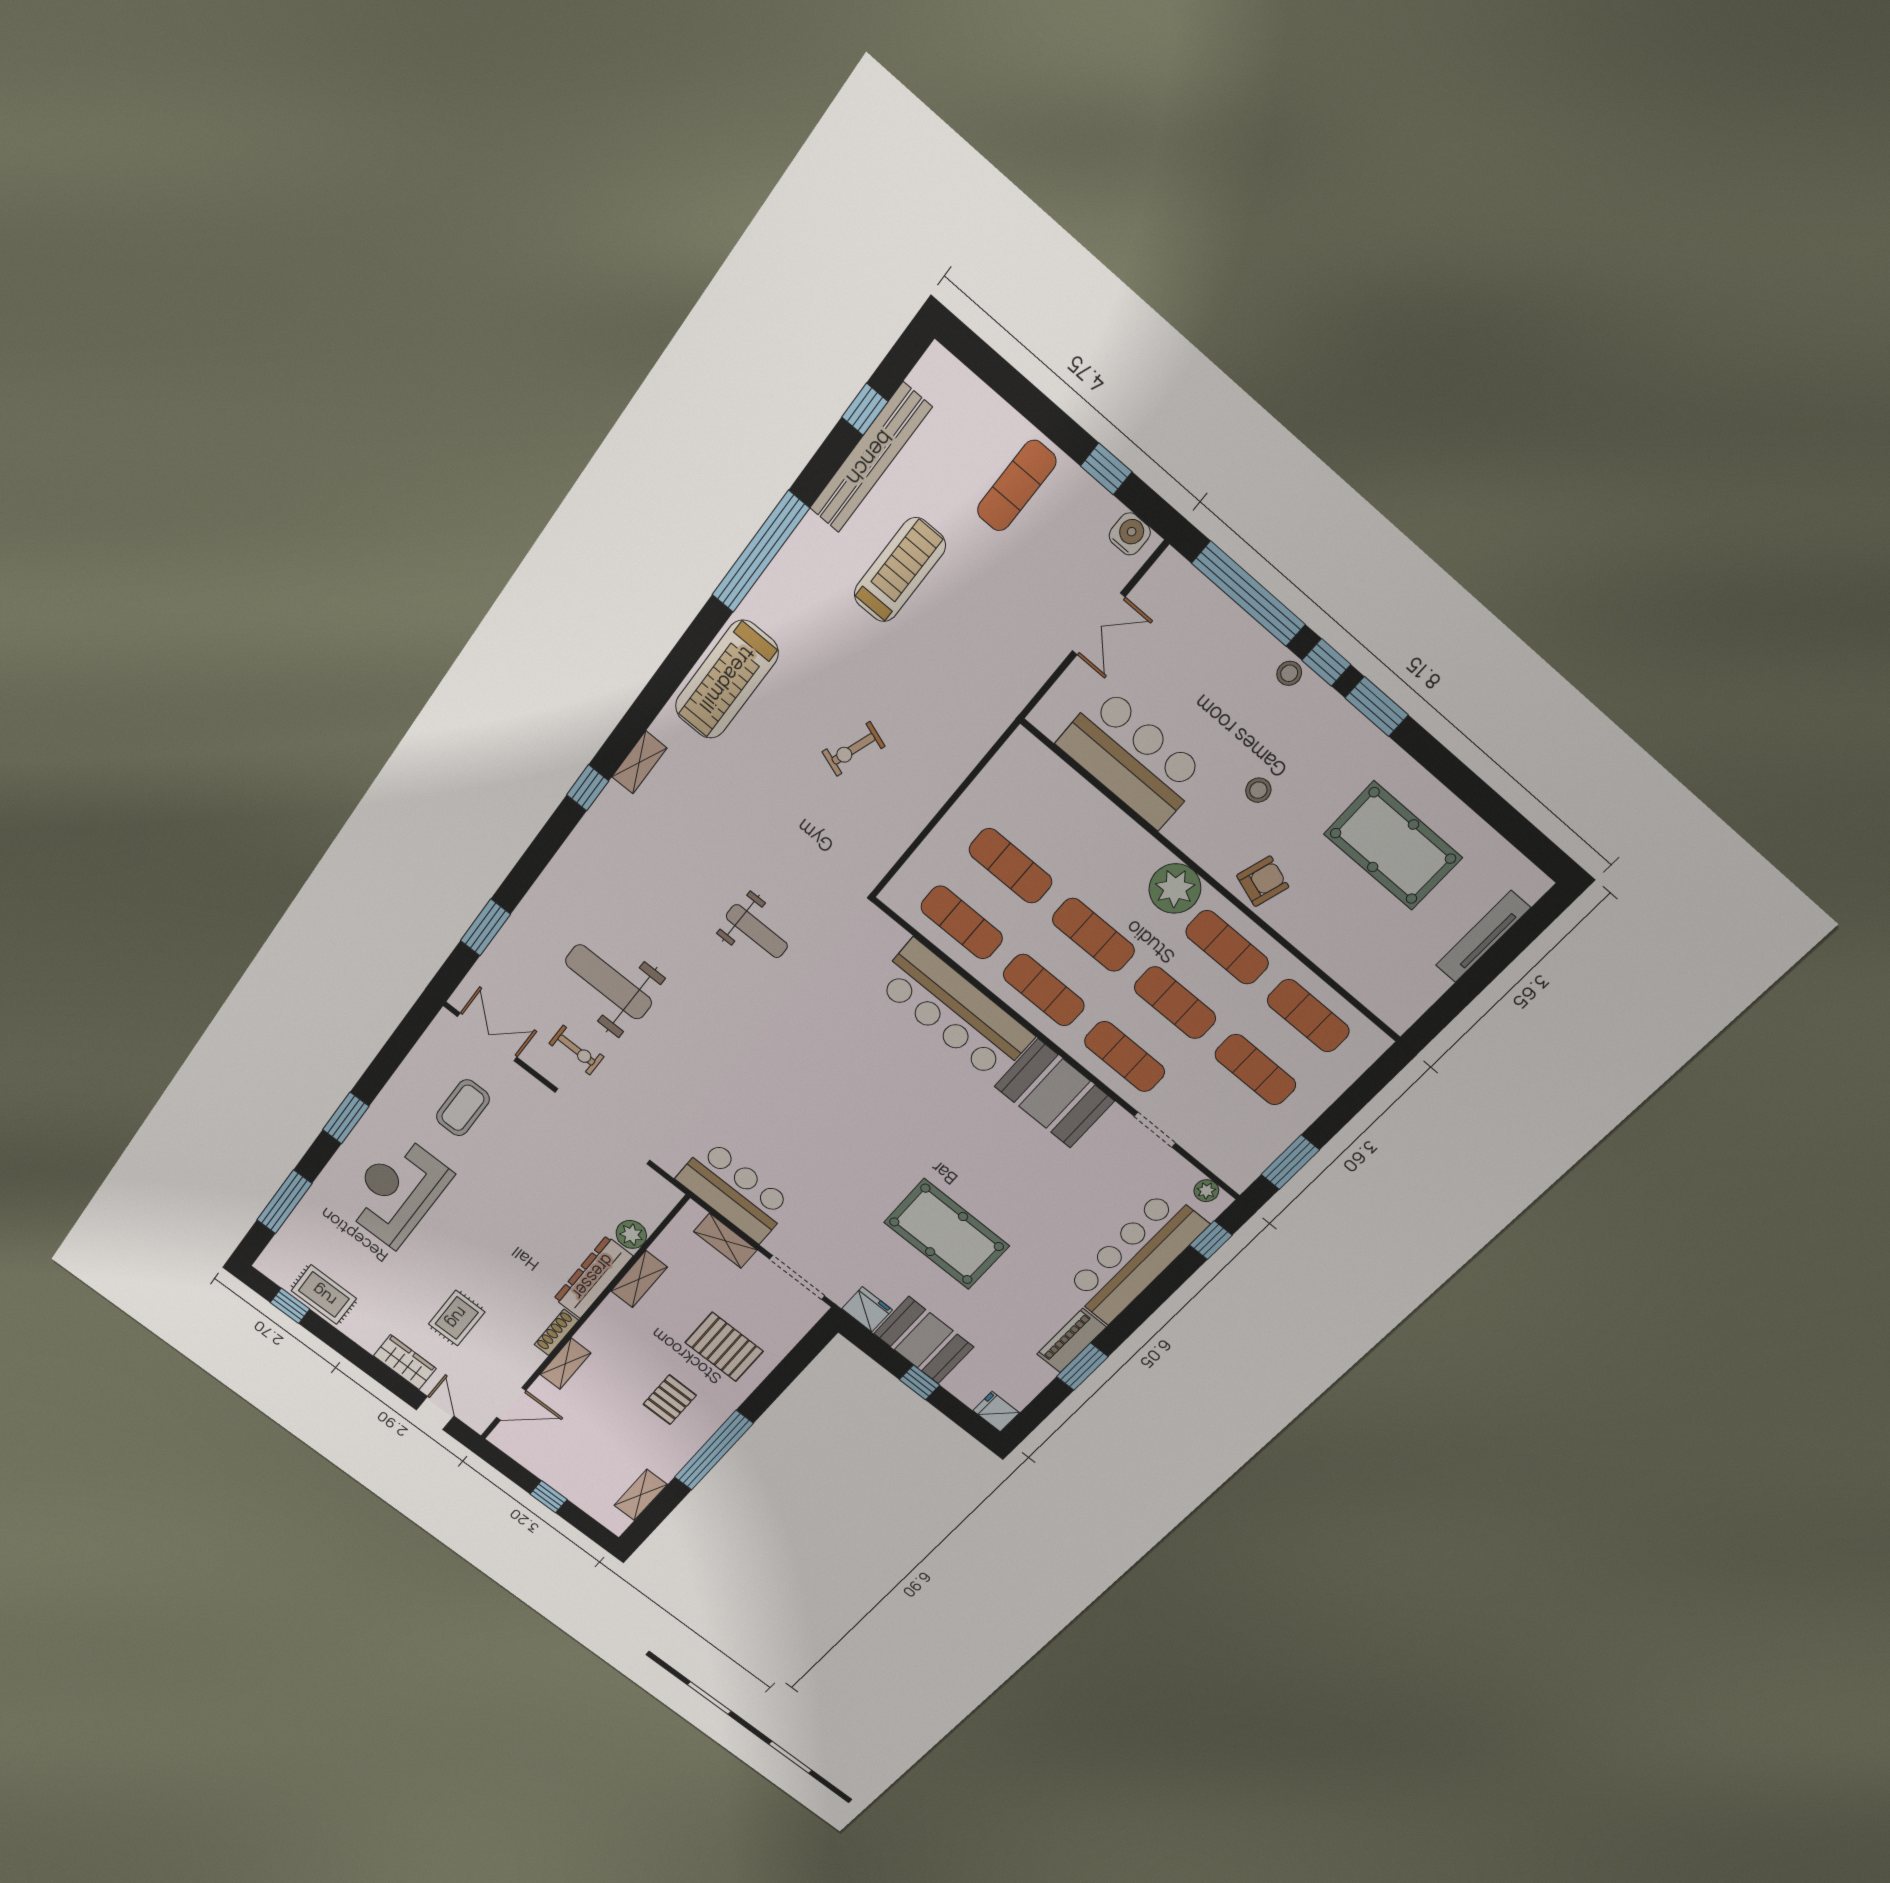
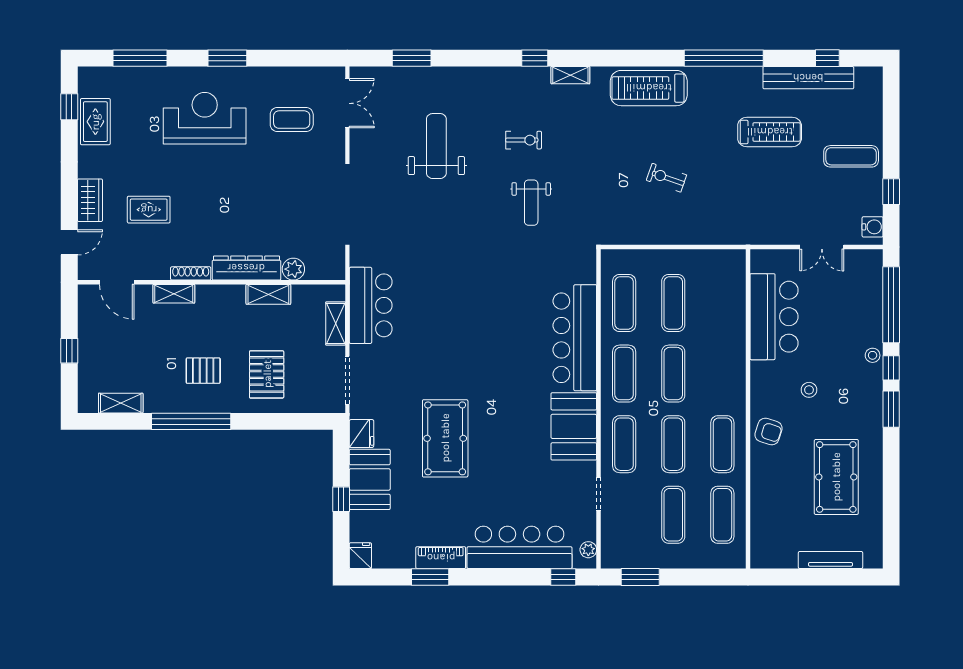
plant: (1175, 889) -> (730, 393), removed
exercise bike: (577, 1050) -> (524, 140), moved, turned -90

